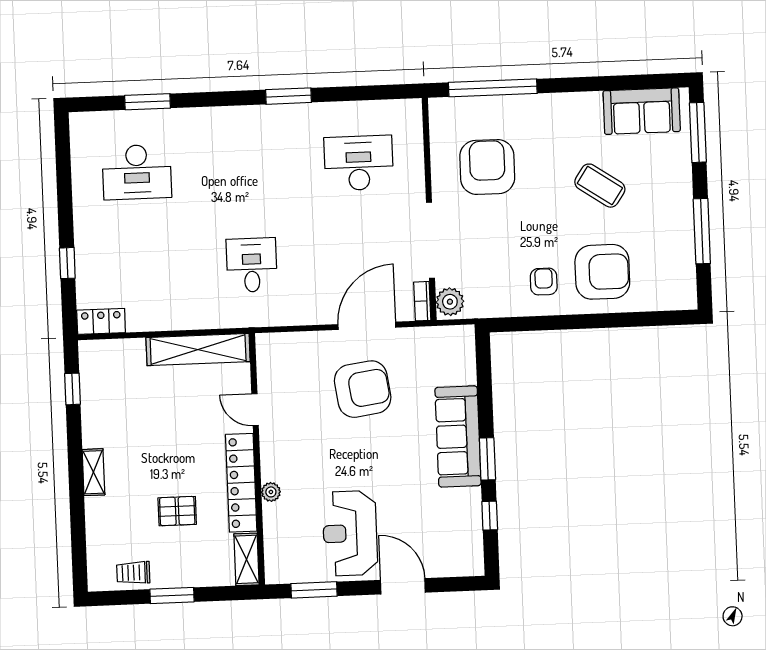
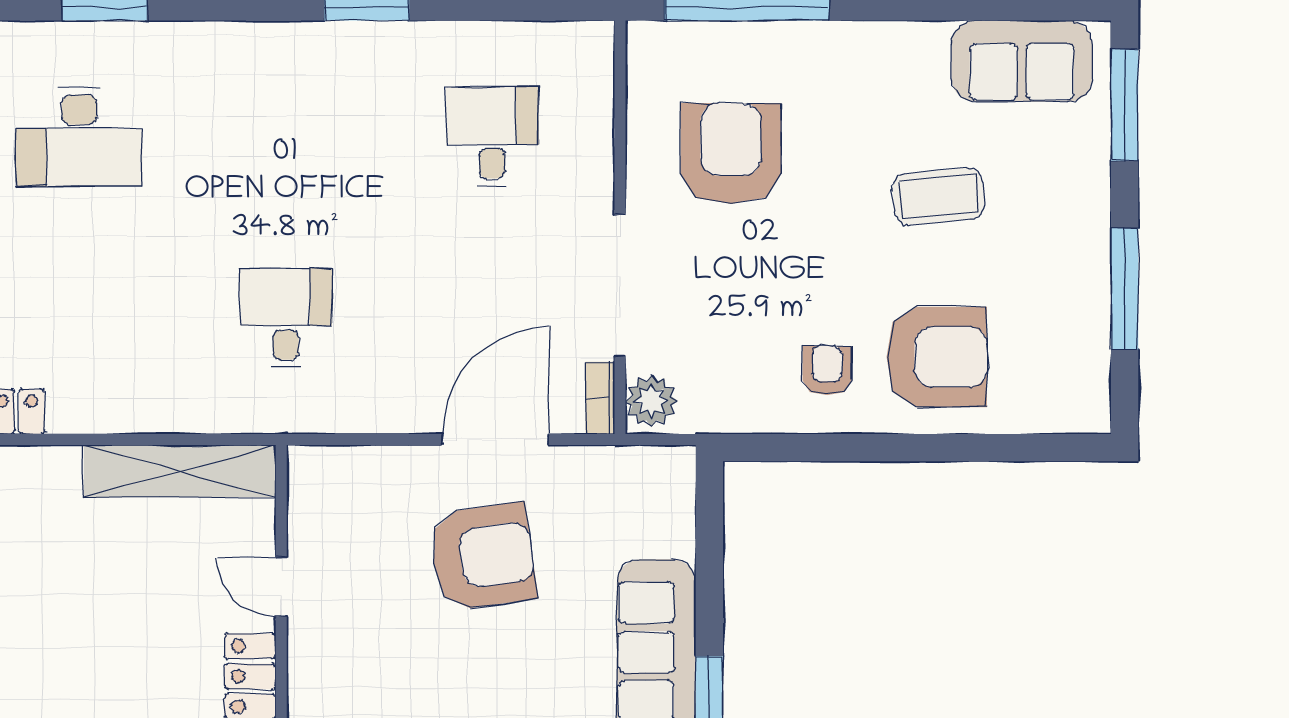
desk: (359, 163) -> (492, 137), width x0.73
coffee table: (600, 186) -> (939, 196), turned -39

